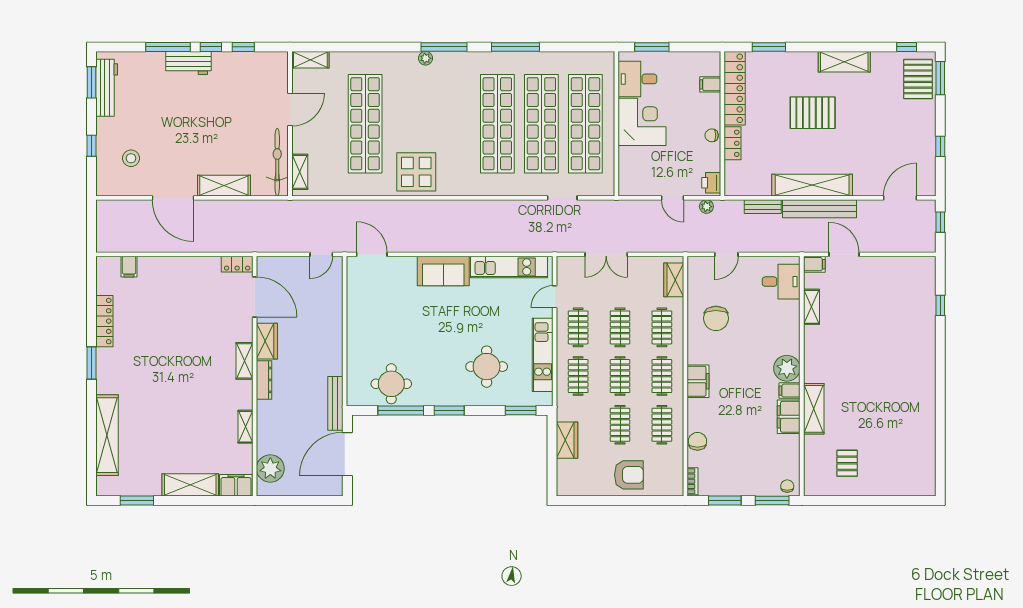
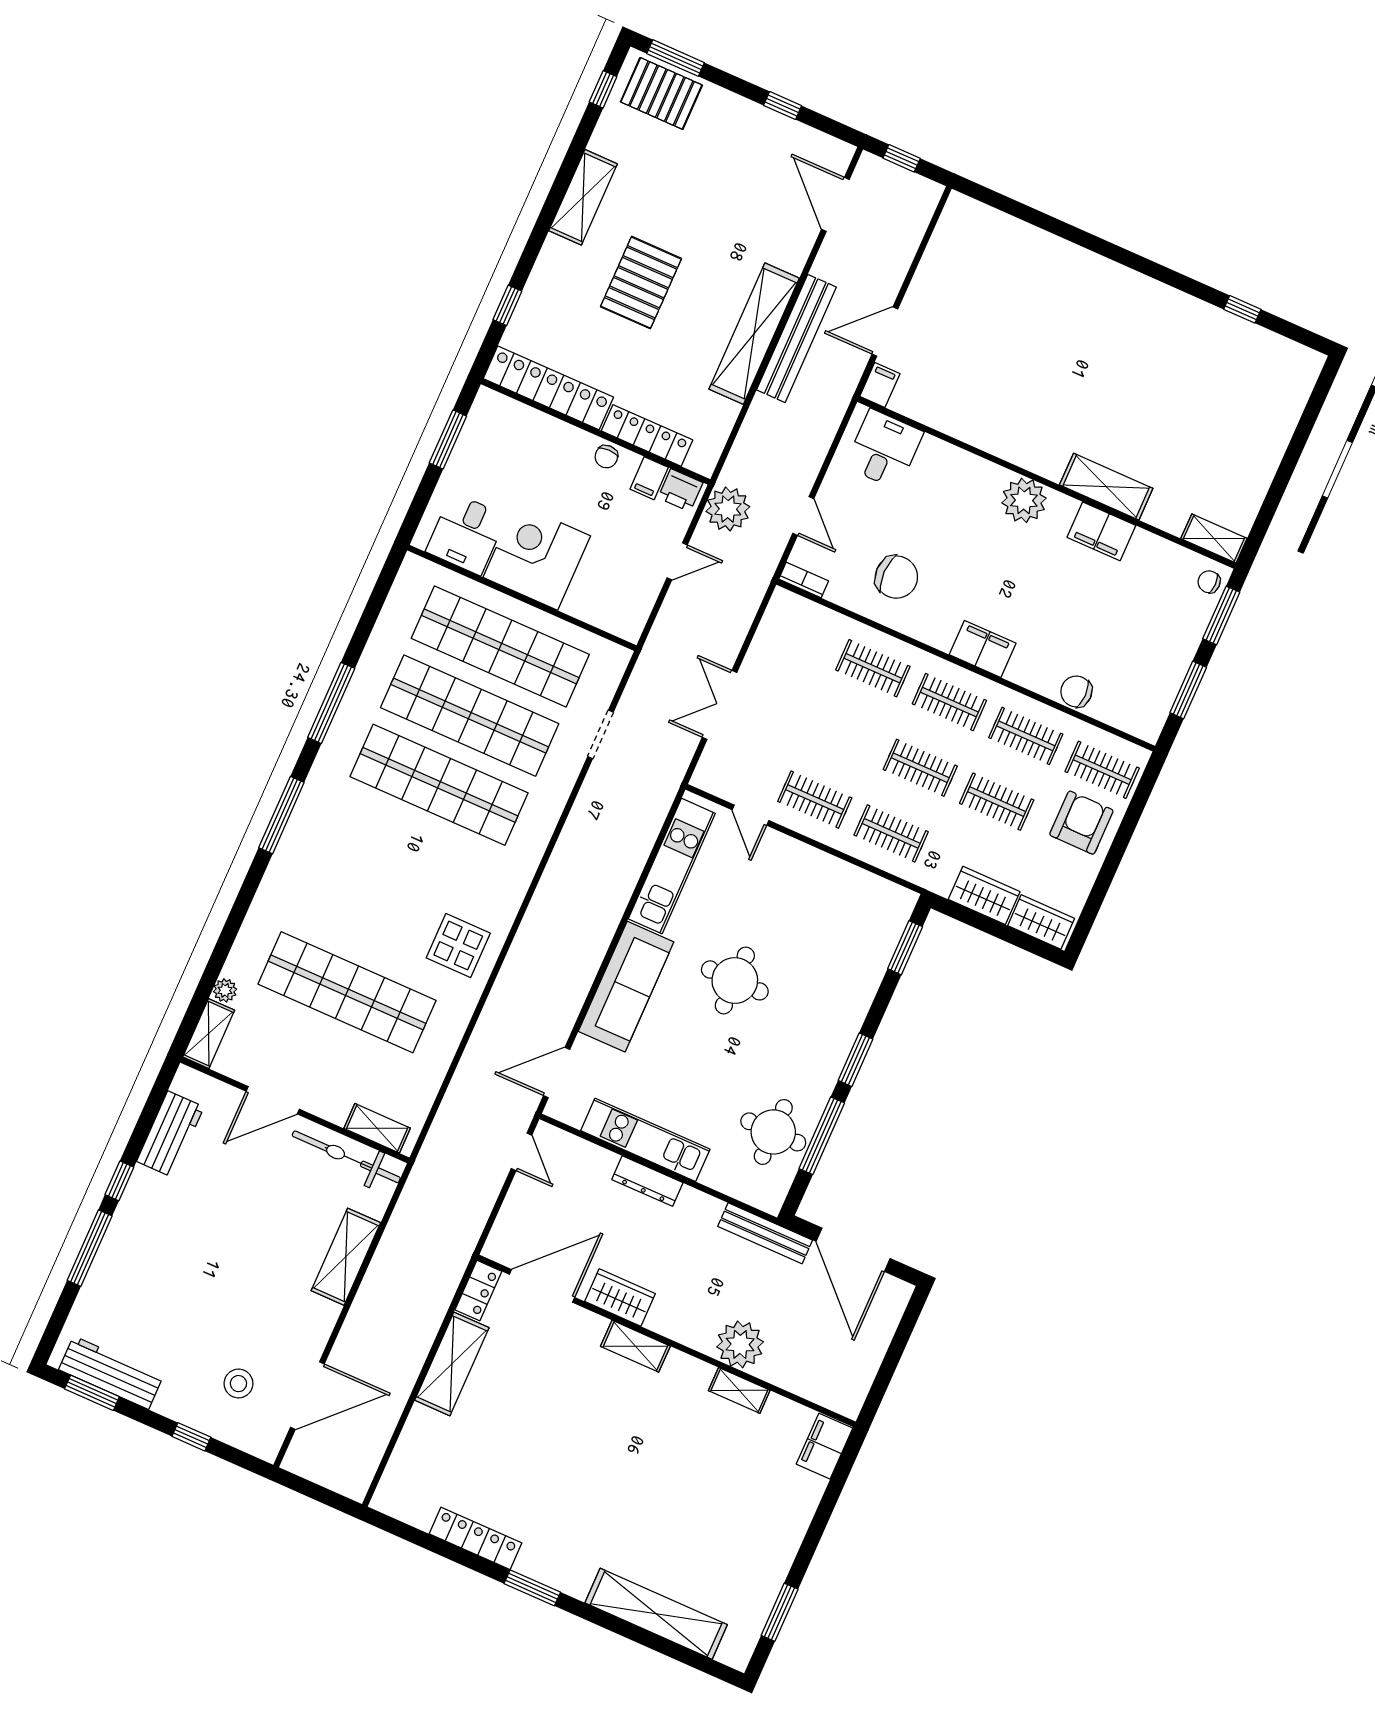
window: (243, 47) -> (142, 1130), removed
window: (652, 47) -> (448, 439), moved
window: (769, 47) -> (507, 305), width x0.67
plant: (426, 58) -> (225, 990), moved
workbench: (188, 63) -> (170, 1134), moved
filing cabinet: (710, 84) -> (649, 478), moved
door: (290, 110) -> (273, 1100), swing flipped
locker: (733, 143) -> (647, 435), width x1.53
display table: (416, 172) -> (458, 946), width x0.73, depth x0.73
door: (173, 198) -> (307, 1396), moved
plant: (706, 207) -> (728, 509), width x1.88, depth x1.88
bench: (763, 207) -> (754, 426), removed
double door: (606, 254) -> (720, 705), swing flipped
filing cabinet: (129, 267) -> (407, 1462), removed
sofa: (443, 271) -> (626, 987), width x1.36
wardrobe: (674, 280) -> (1041, 922), moved, turned 180
window: (940, 305) -> (1242, 309), moved
shelving: (811, 307) -> (1214, 539), moved
clothes rail: (620, 327) -> (1102, 770), moved
kitchen unit: (543, 355) -> (645, 1140), moved, turned 180
round table: (487, 367) -> (735, 980), moved
dresser: (264, 380) -> (647, 1181), moved, turned 180
filing cabinet: (790, 391) -> (1061, 512), removed
pallet: (847, 463) -> (1215, 472), removed
plant: (270, 468) -> (740, 1344), moved
bookcase: (692, 481) -> (804, 580), moved
shelving: (190, 485) -> (452, 1364), moved

